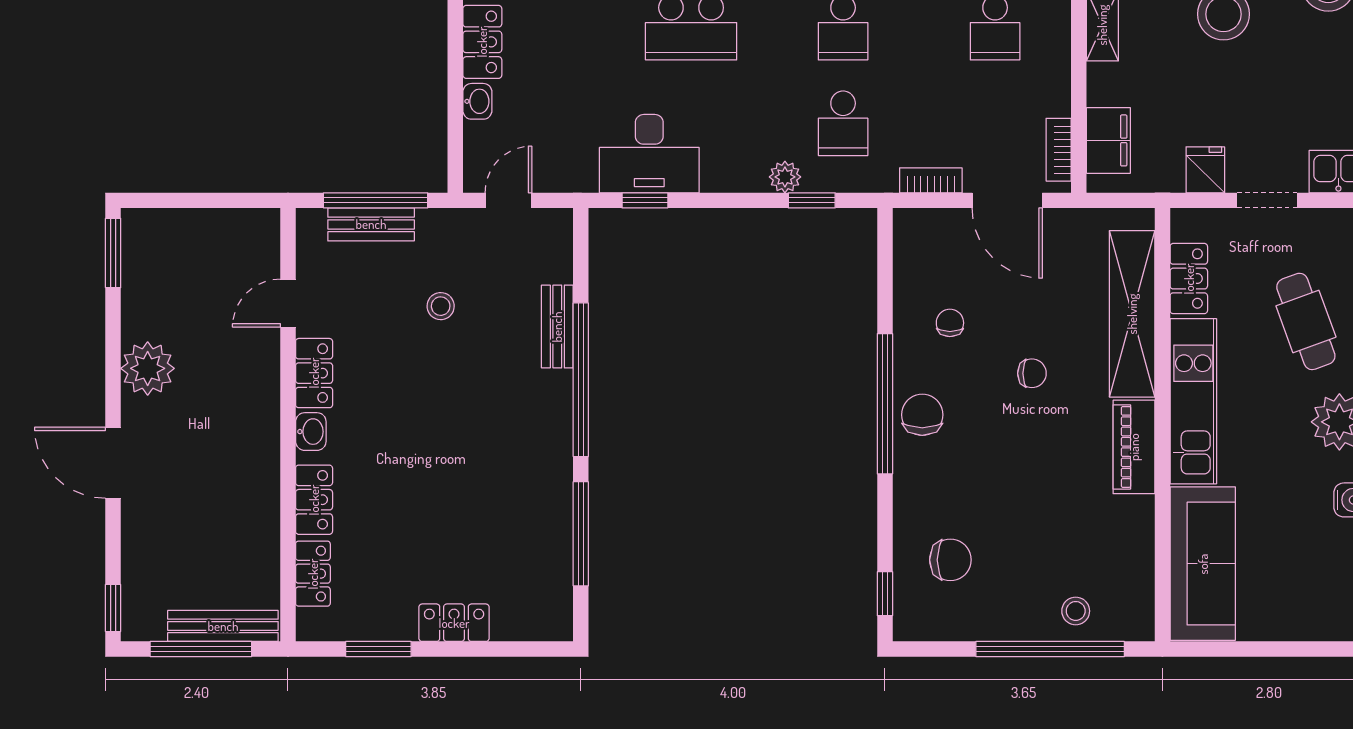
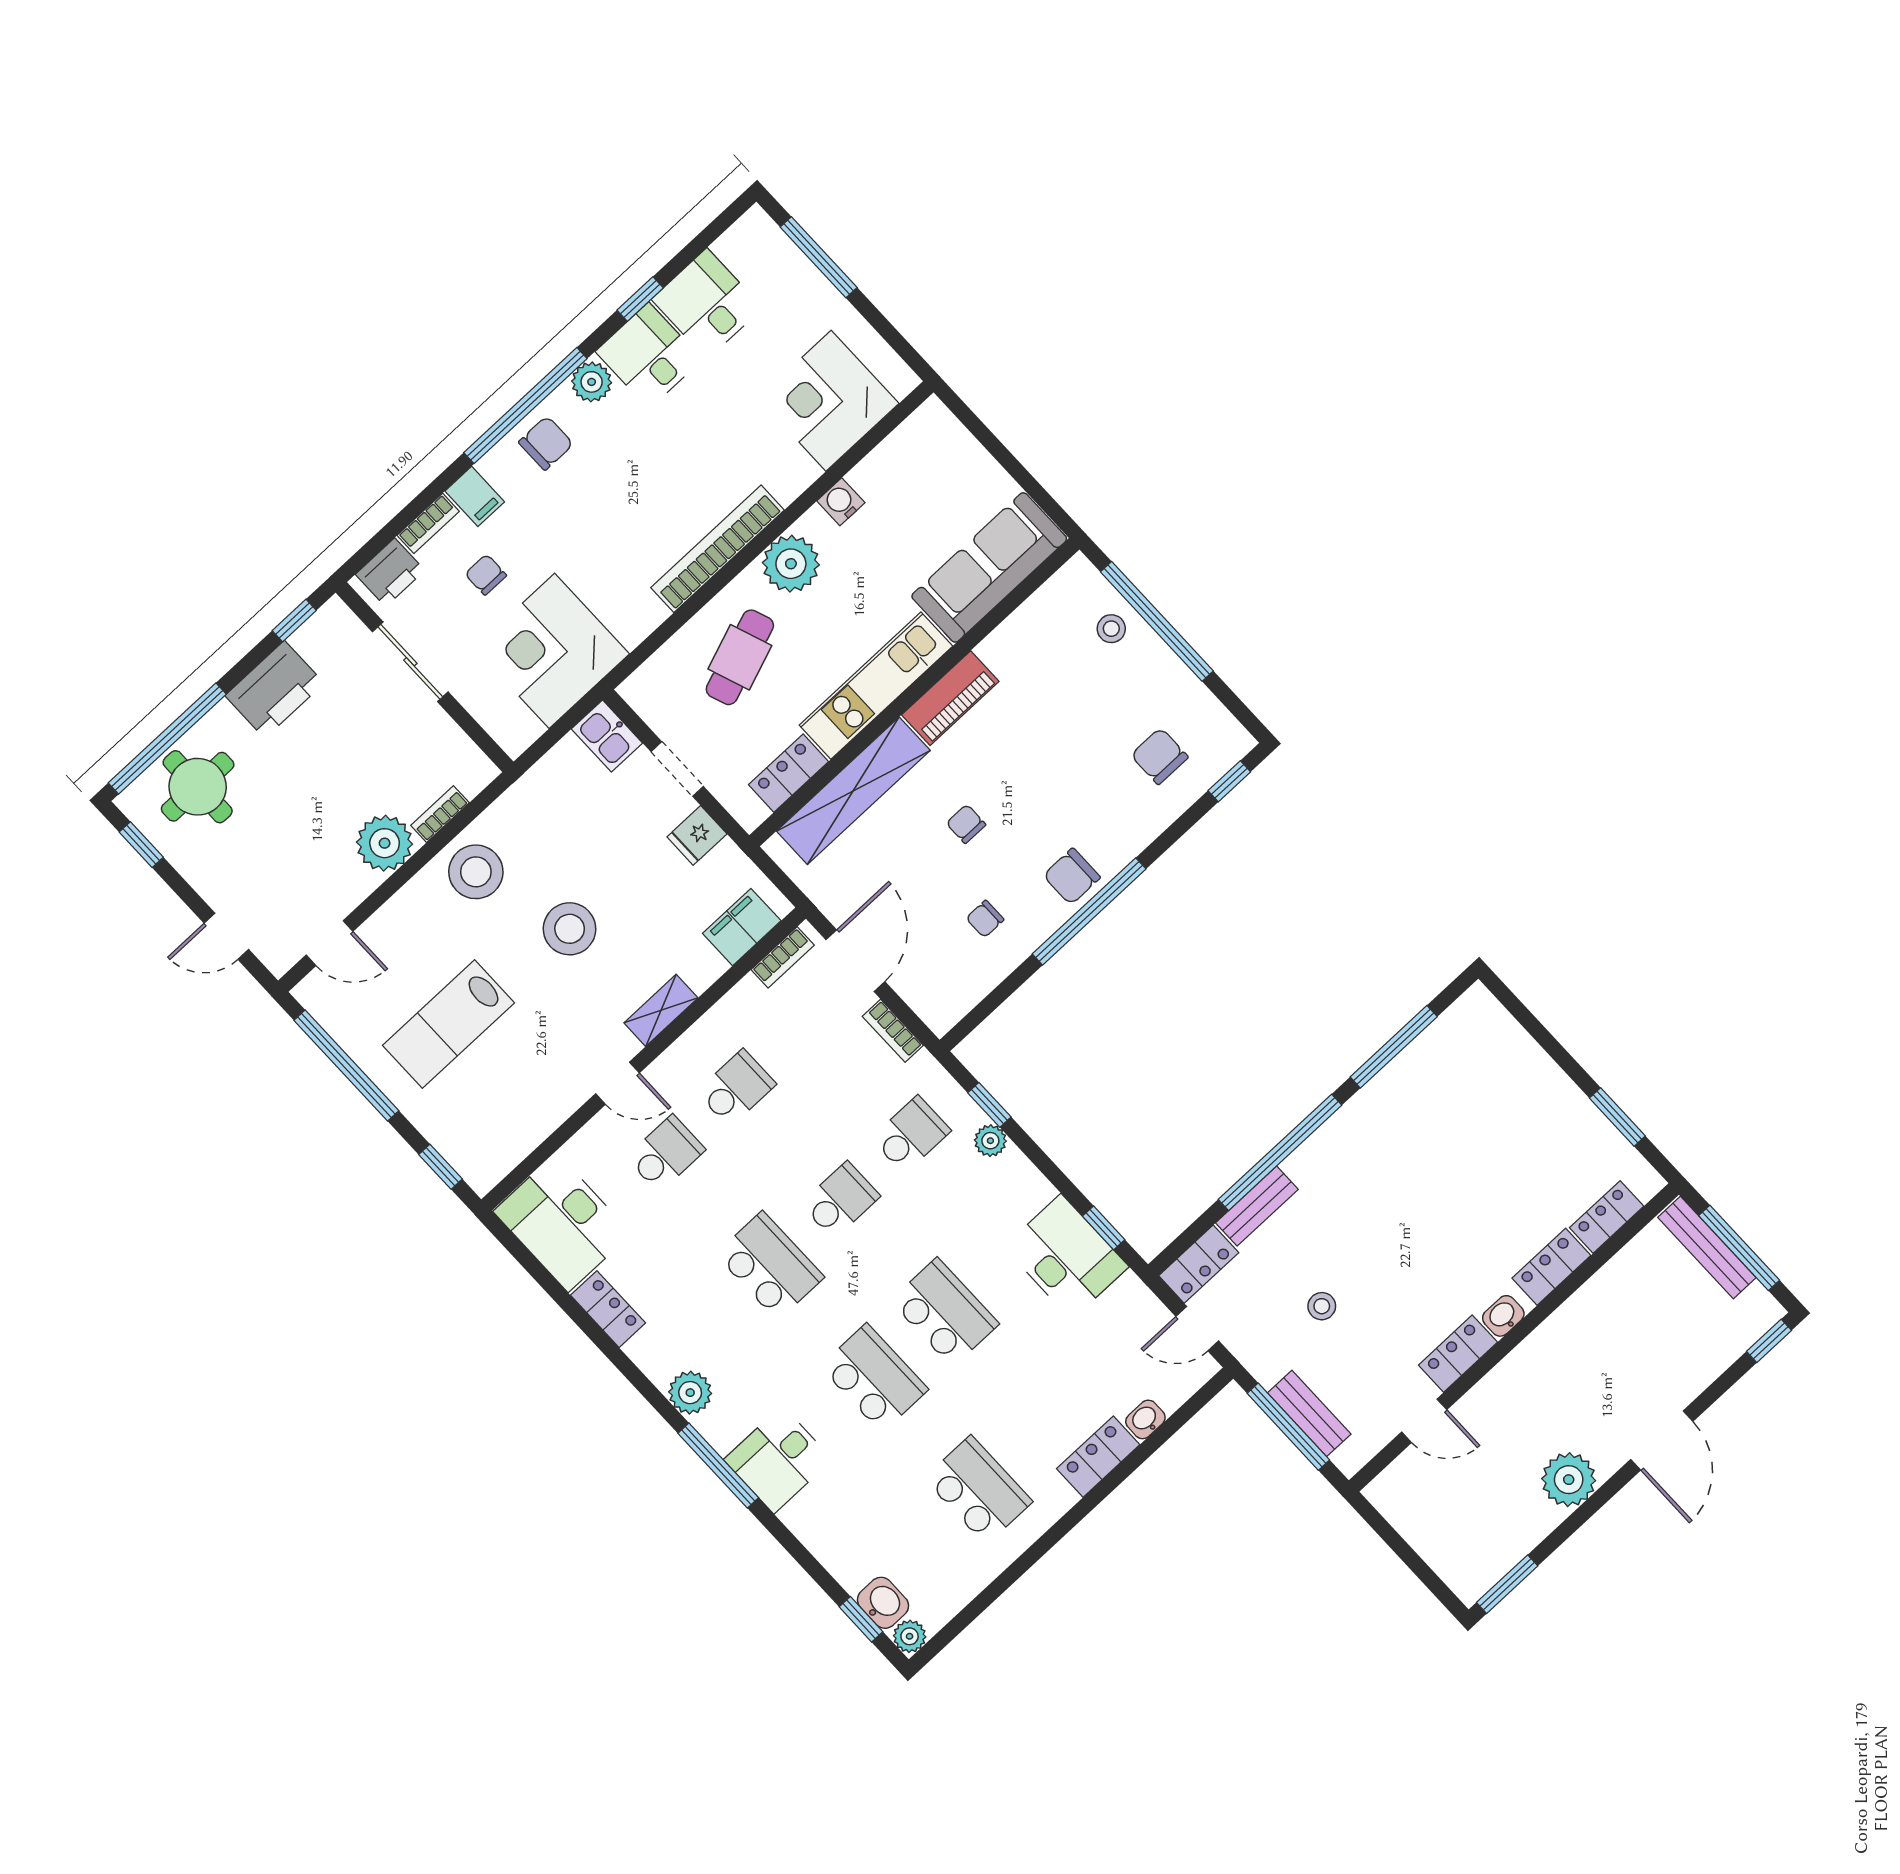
locker: (454, 623) -> (1199, 1264), moved, turned -90

